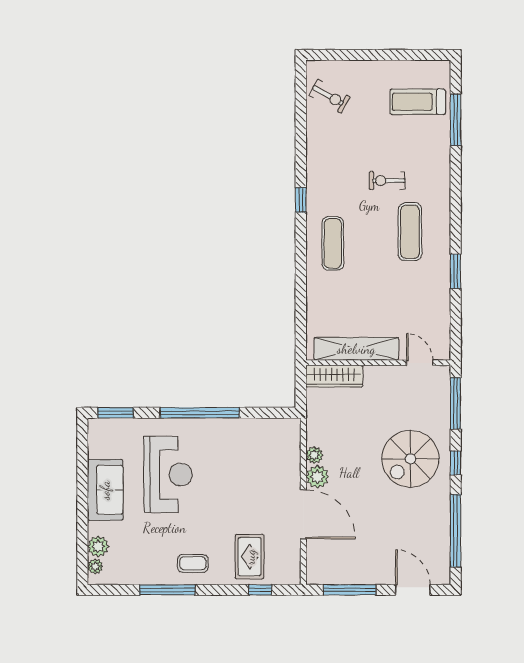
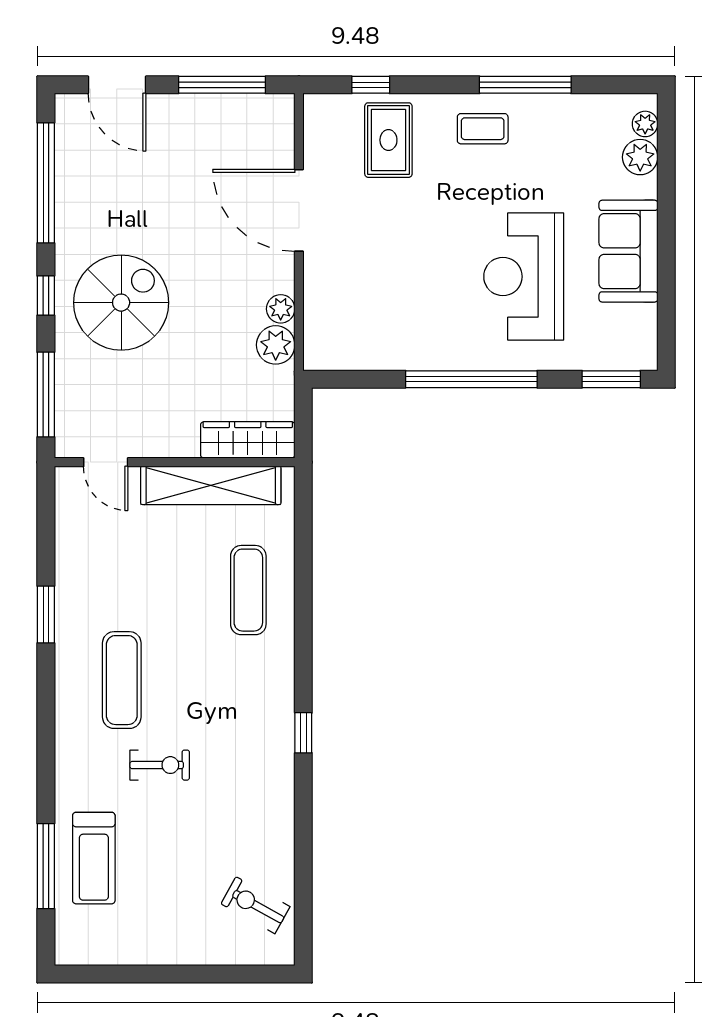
treadmill: (418, 102) -> (94, 858), moved, turned 90
exercise mat: (333, 243) -> (248, 590), moved
plant: (317, 477) -> (276, 345), moved

